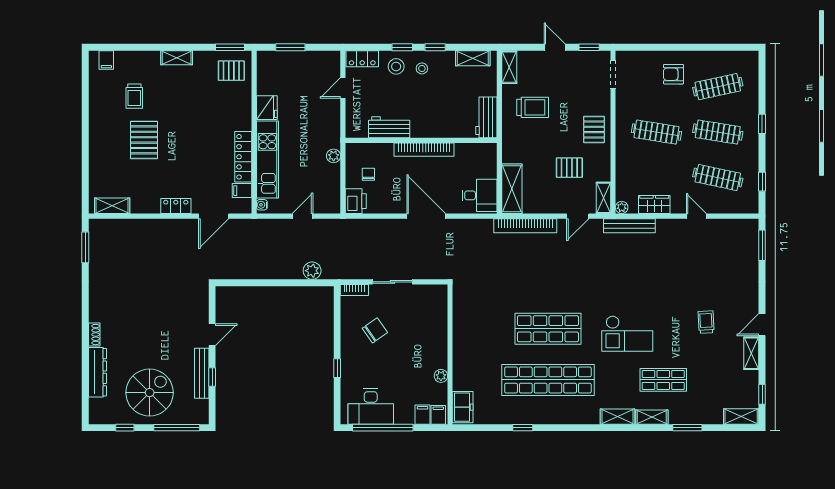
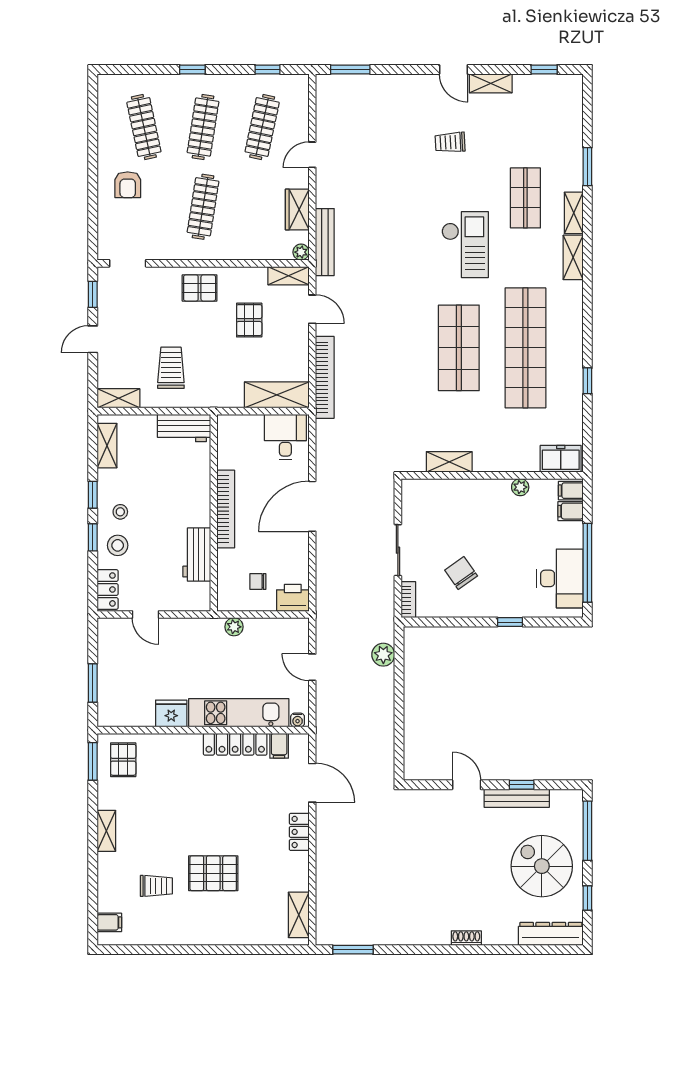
dresser: (97, 372) -> (551, 934), moved
shelving: (741, 416) -> (449, 462), moved, turned 90

